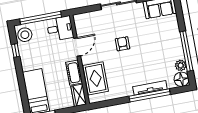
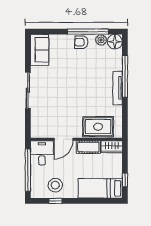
stool: (25, 35) -> (55, 185), moved
armchair: (123, 44) -> (81, 42), moved
door: (77, 47) -> (63, 139), swing flipped
tv unit: (150, 88) -> (118, 88), moved

